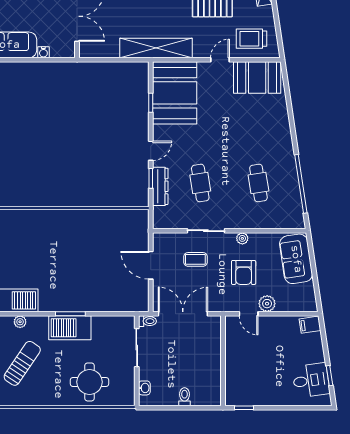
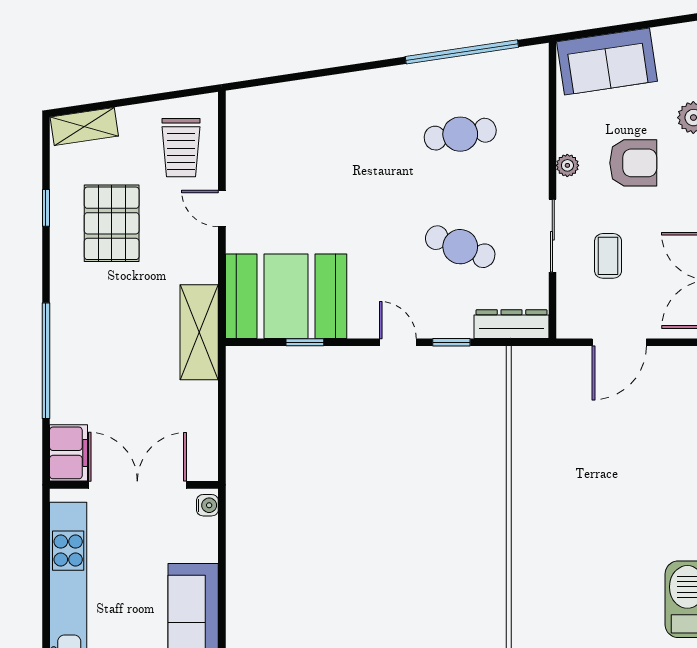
shelving: (156, 48) -> (199, 332), width x0.68
water cooler: (43, 52) -> (207, 505), moved
booth: (257, 77) -> (256, 137), removed
cafe table: (200, 183) -> (460, 247), turned 30
dresser: (160, 186) -> (512, 324), moved

